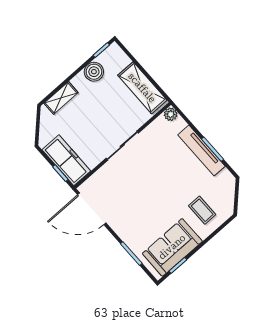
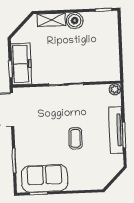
boiler: (94, 72) -> (75, 21), moved
shelving: (142, 88) -> (111, 57), removed
coffee table: (202, 210) -> (75, 138), moved

